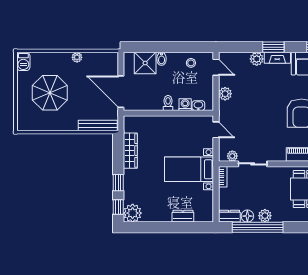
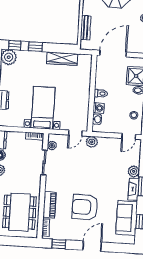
plant: (225, 94) -> (92, 142), moved
bench: (98, 125) -> (86, 28), width x0.73

